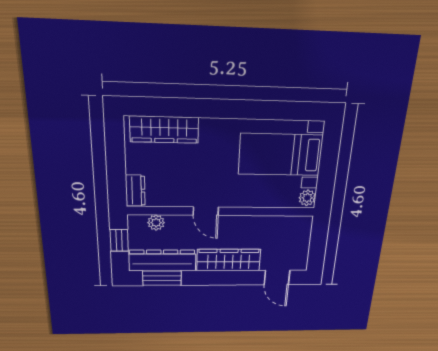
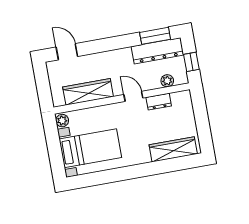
dresser: (135, 191) -> (159, 102), moved, turned -90
wardrobe: (229, 260) -> (88, 92), moved, turned 180

